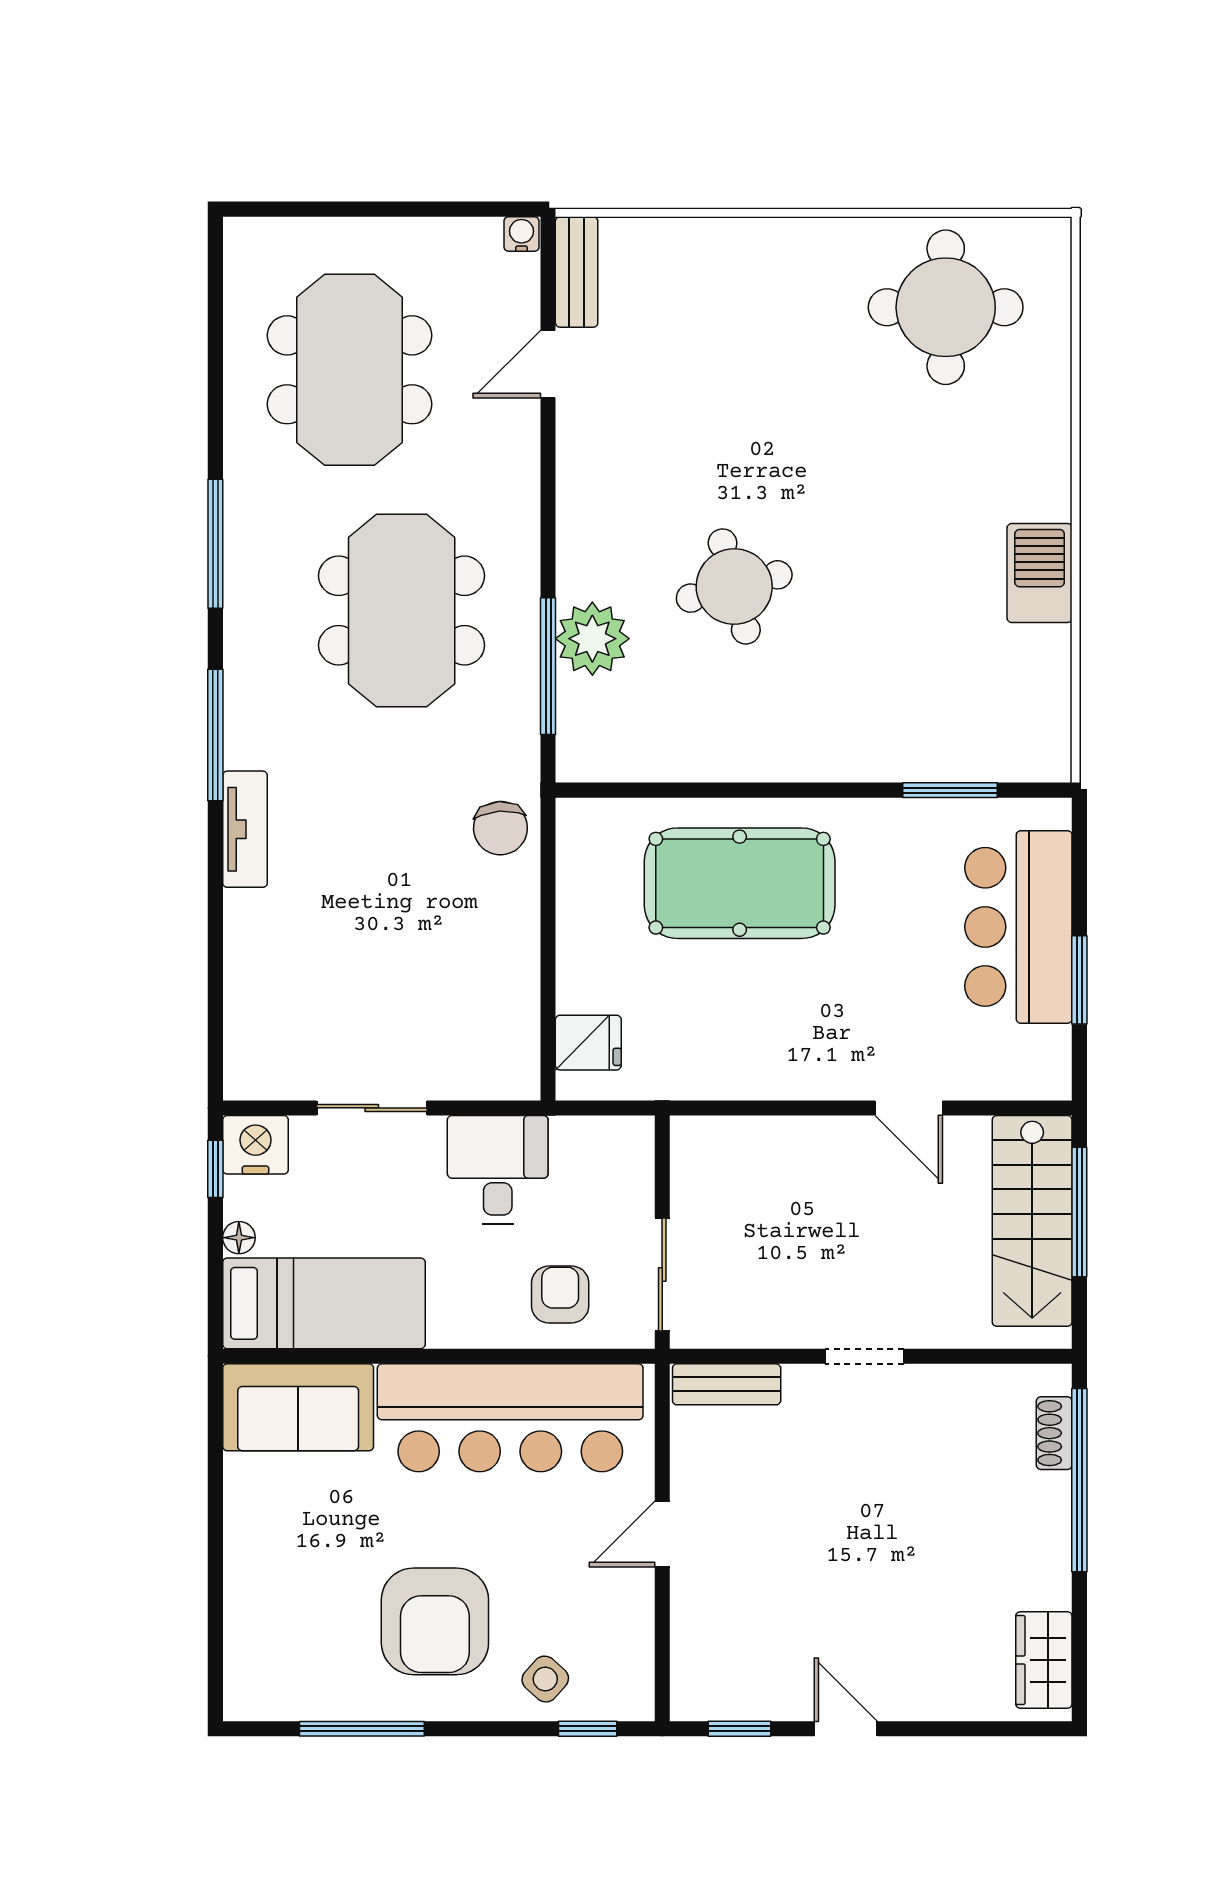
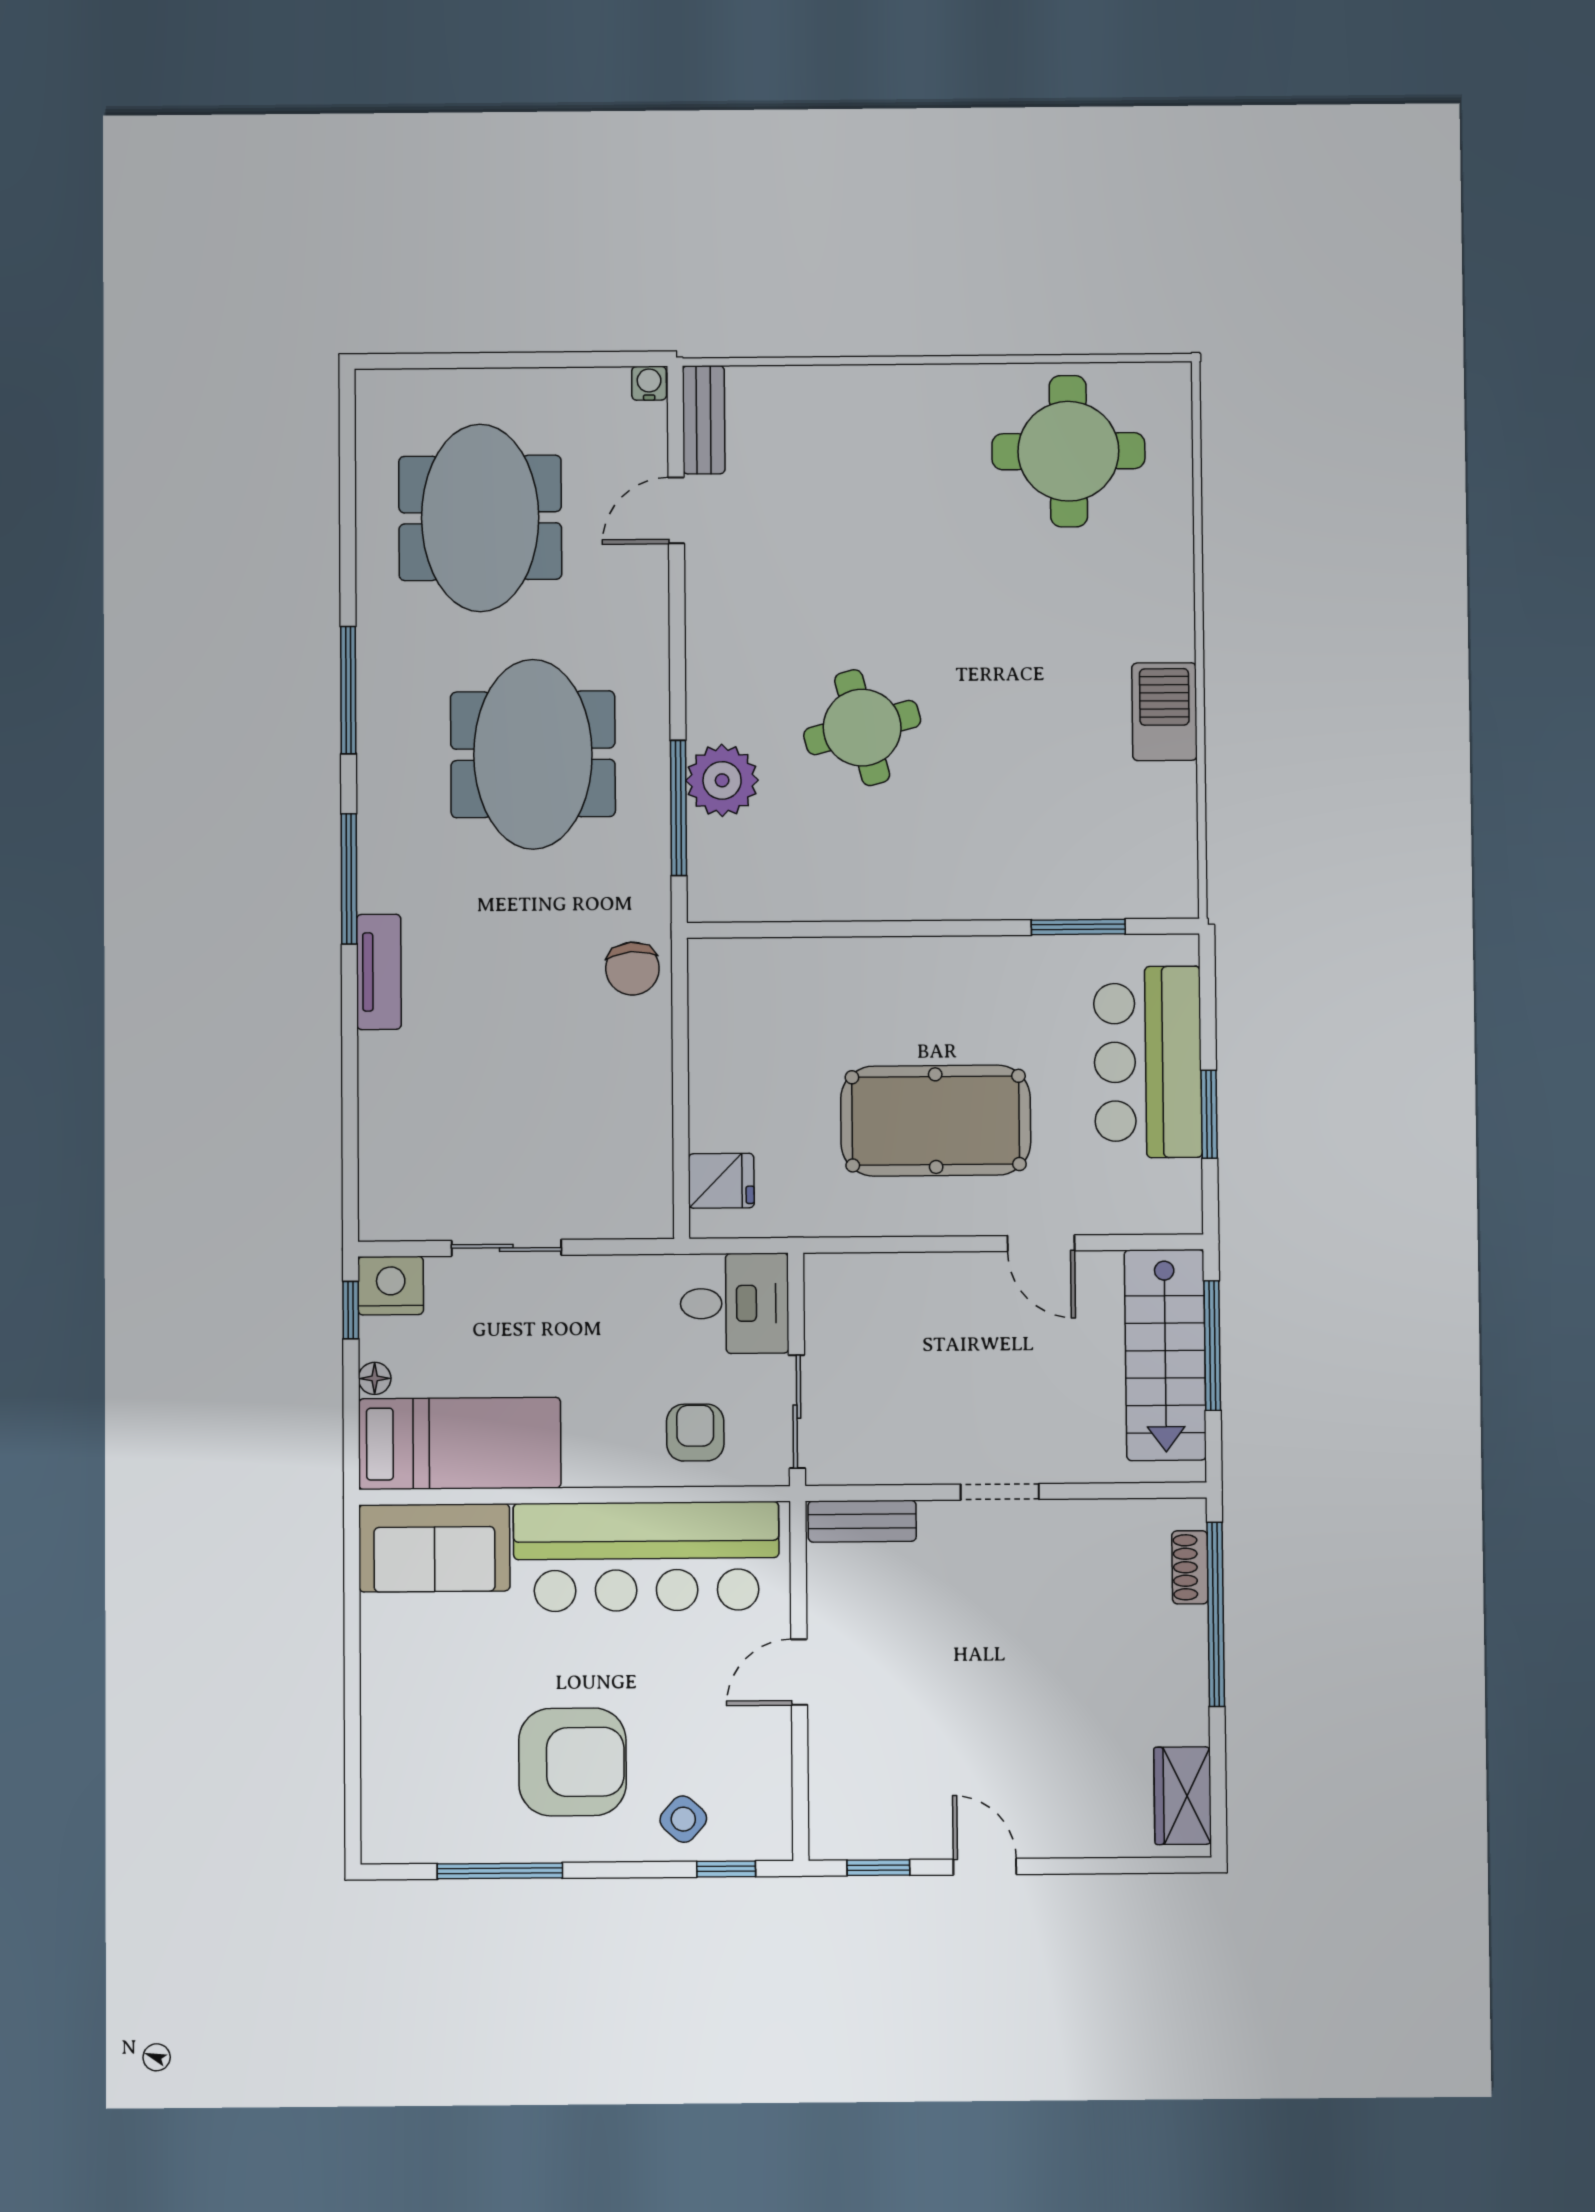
pool table: (740, 883) -> (936, 1121), moved
desk: (498, 1170) -> (735, 1303), moved, turned 90
armchair: (435, 1621) -> (572, 1762), turned -90

